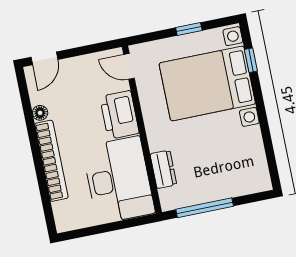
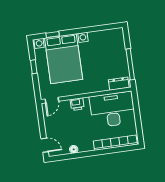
printer: (119, 115) -> (77, 104), width x0.53, depth x0.68
bookcase: (51, 161) -> (115, 143), moved
dresser: (163, 169) -> (119, 84), moved

